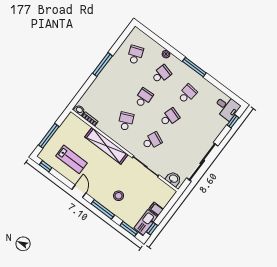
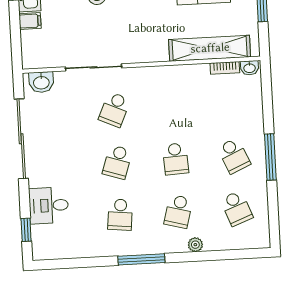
desk: (227, 107) -> (49, 205), moved
school desk: (126, 121) -> (234, 156), moved
shelving: (106, 146) -> (210, 48), moved

